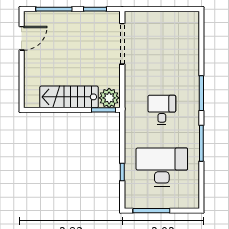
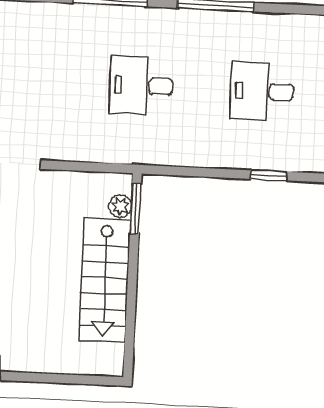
plant: (109, 98) -> (120, 206), width x0.53, depth x0.53
desk: (162, 167) -> (262, 91), width x0.53, depth x0.77

